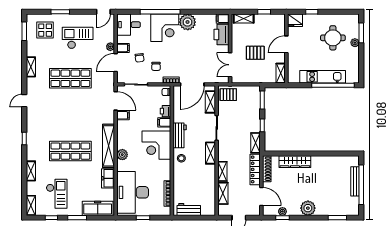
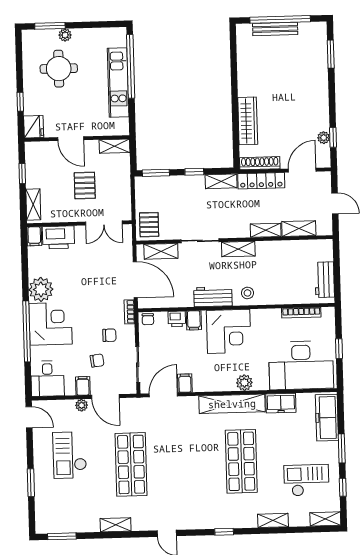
display table: (45, 30) -> (59, 505), removed
plant: (308, 208) -> (318, 99), removed

